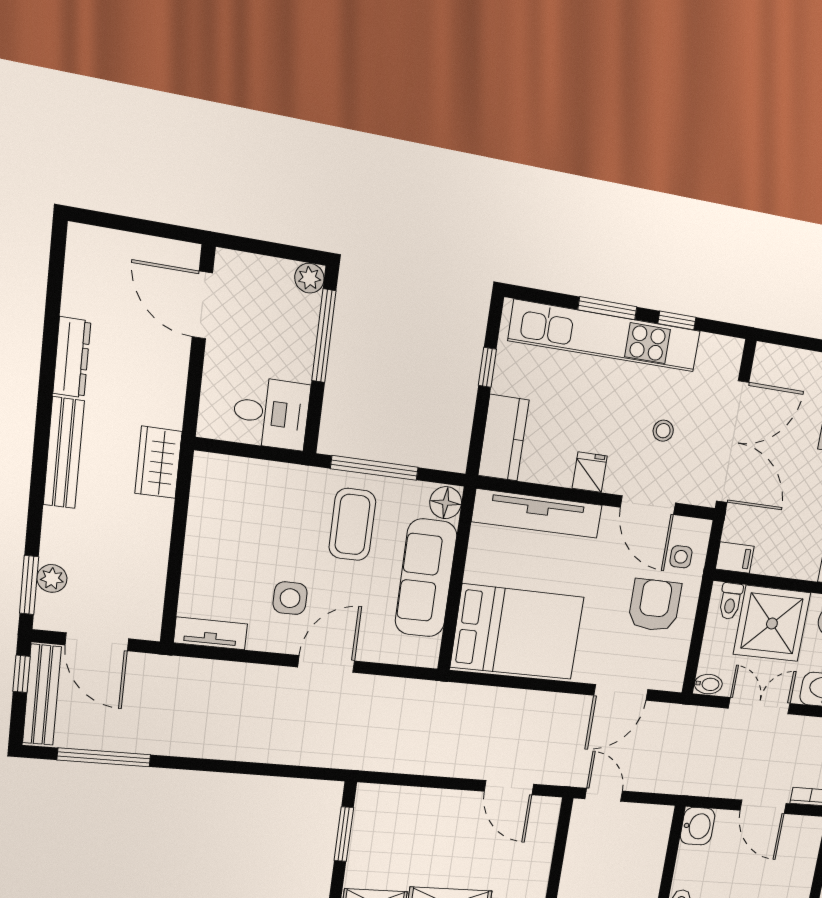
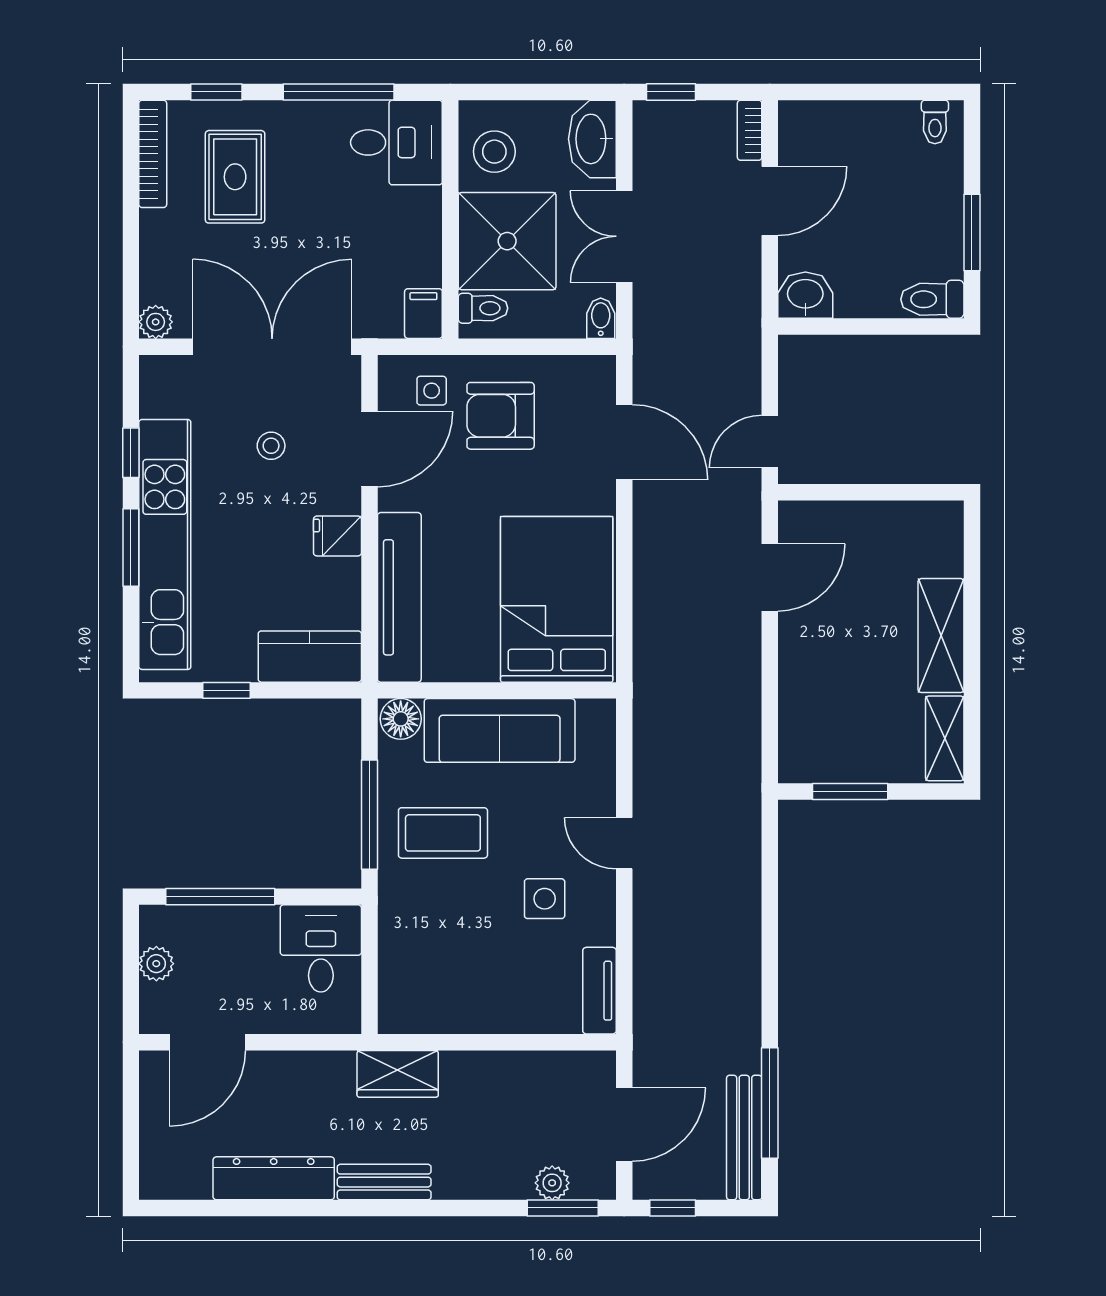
plant: (309, 278) -> (156, 964), moved
plant: (766, 356) -> (156, 322), added
dresser: (72, 357) -> (274, 1178), width x1.37, depth x1.24
bench: (64, 453) -> (384, 1182), width x0.73
door: (326, 664) -> (624, 843), width x0.73
bench: (42, 695) -> (744, 1138), moved, turned 90

